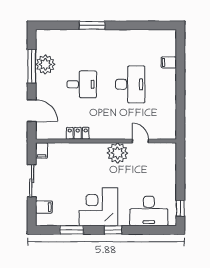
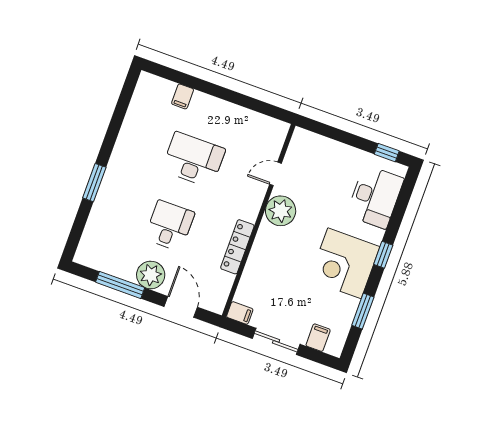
plant: (45, 64) -> (151, 275), moved
door: (32, 111) -> (181, 307), hinge flipped
locker: (78, 133) -> (237, 247), width x1.53

